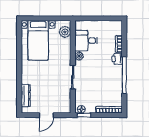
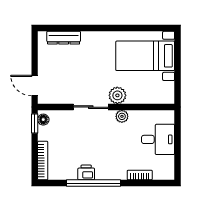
plant: (65, 32) -> (117, 95), moved
desk: (86, 41) -> (158, 139), moved, turned 90
printer: (117, 59) -> (86, 172), moved
door: (46, 115) -> (35, 86), moved

